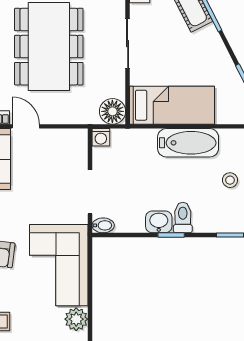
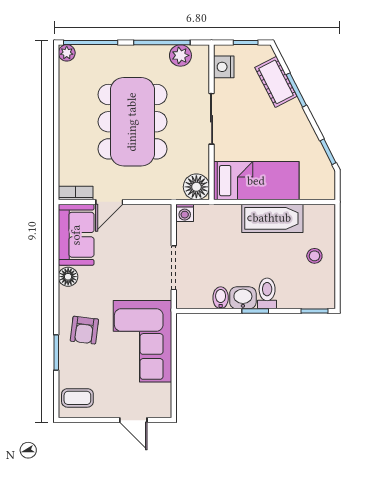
door: (26, 126) -> (109, 202), swing flipped
bidet: (103, 225) -> (221, 298), moved, turned -90
plant: (76, 319) -> (160, 396), removed

